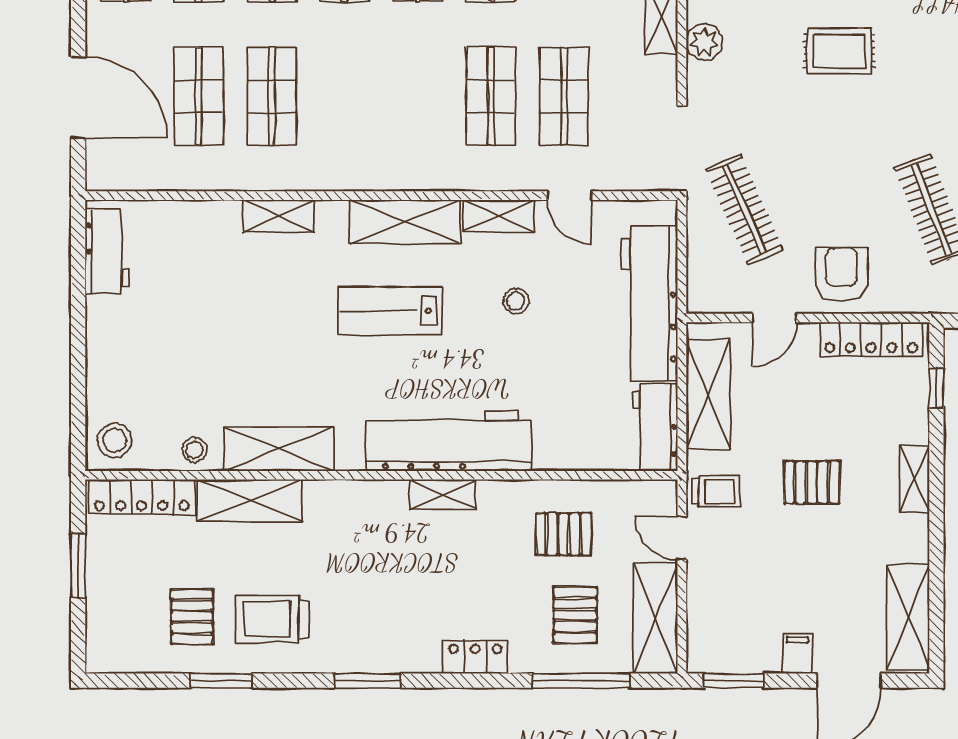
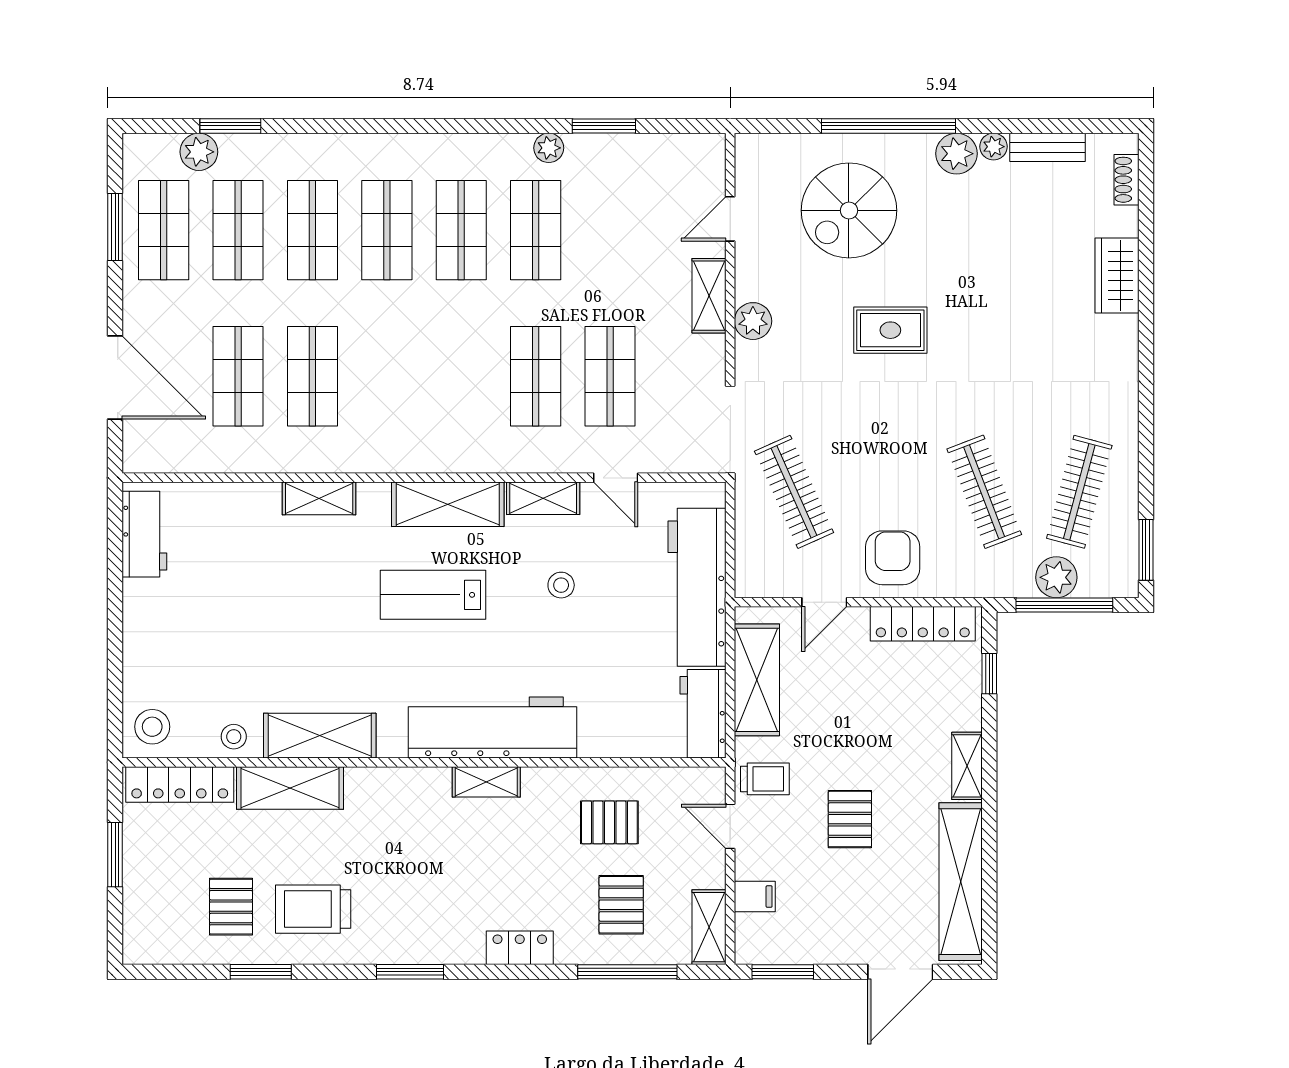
pallet: (812, 482) -> (850, 819), moved, turned 90
shelving: (908, 617) -> (961, 882), width x1.47
shelving: (656, 619) -> (709, 927), width x0.67, depth x0.75
filing cabinet: (797, 654) -> (755, 897), moved, turned 90

